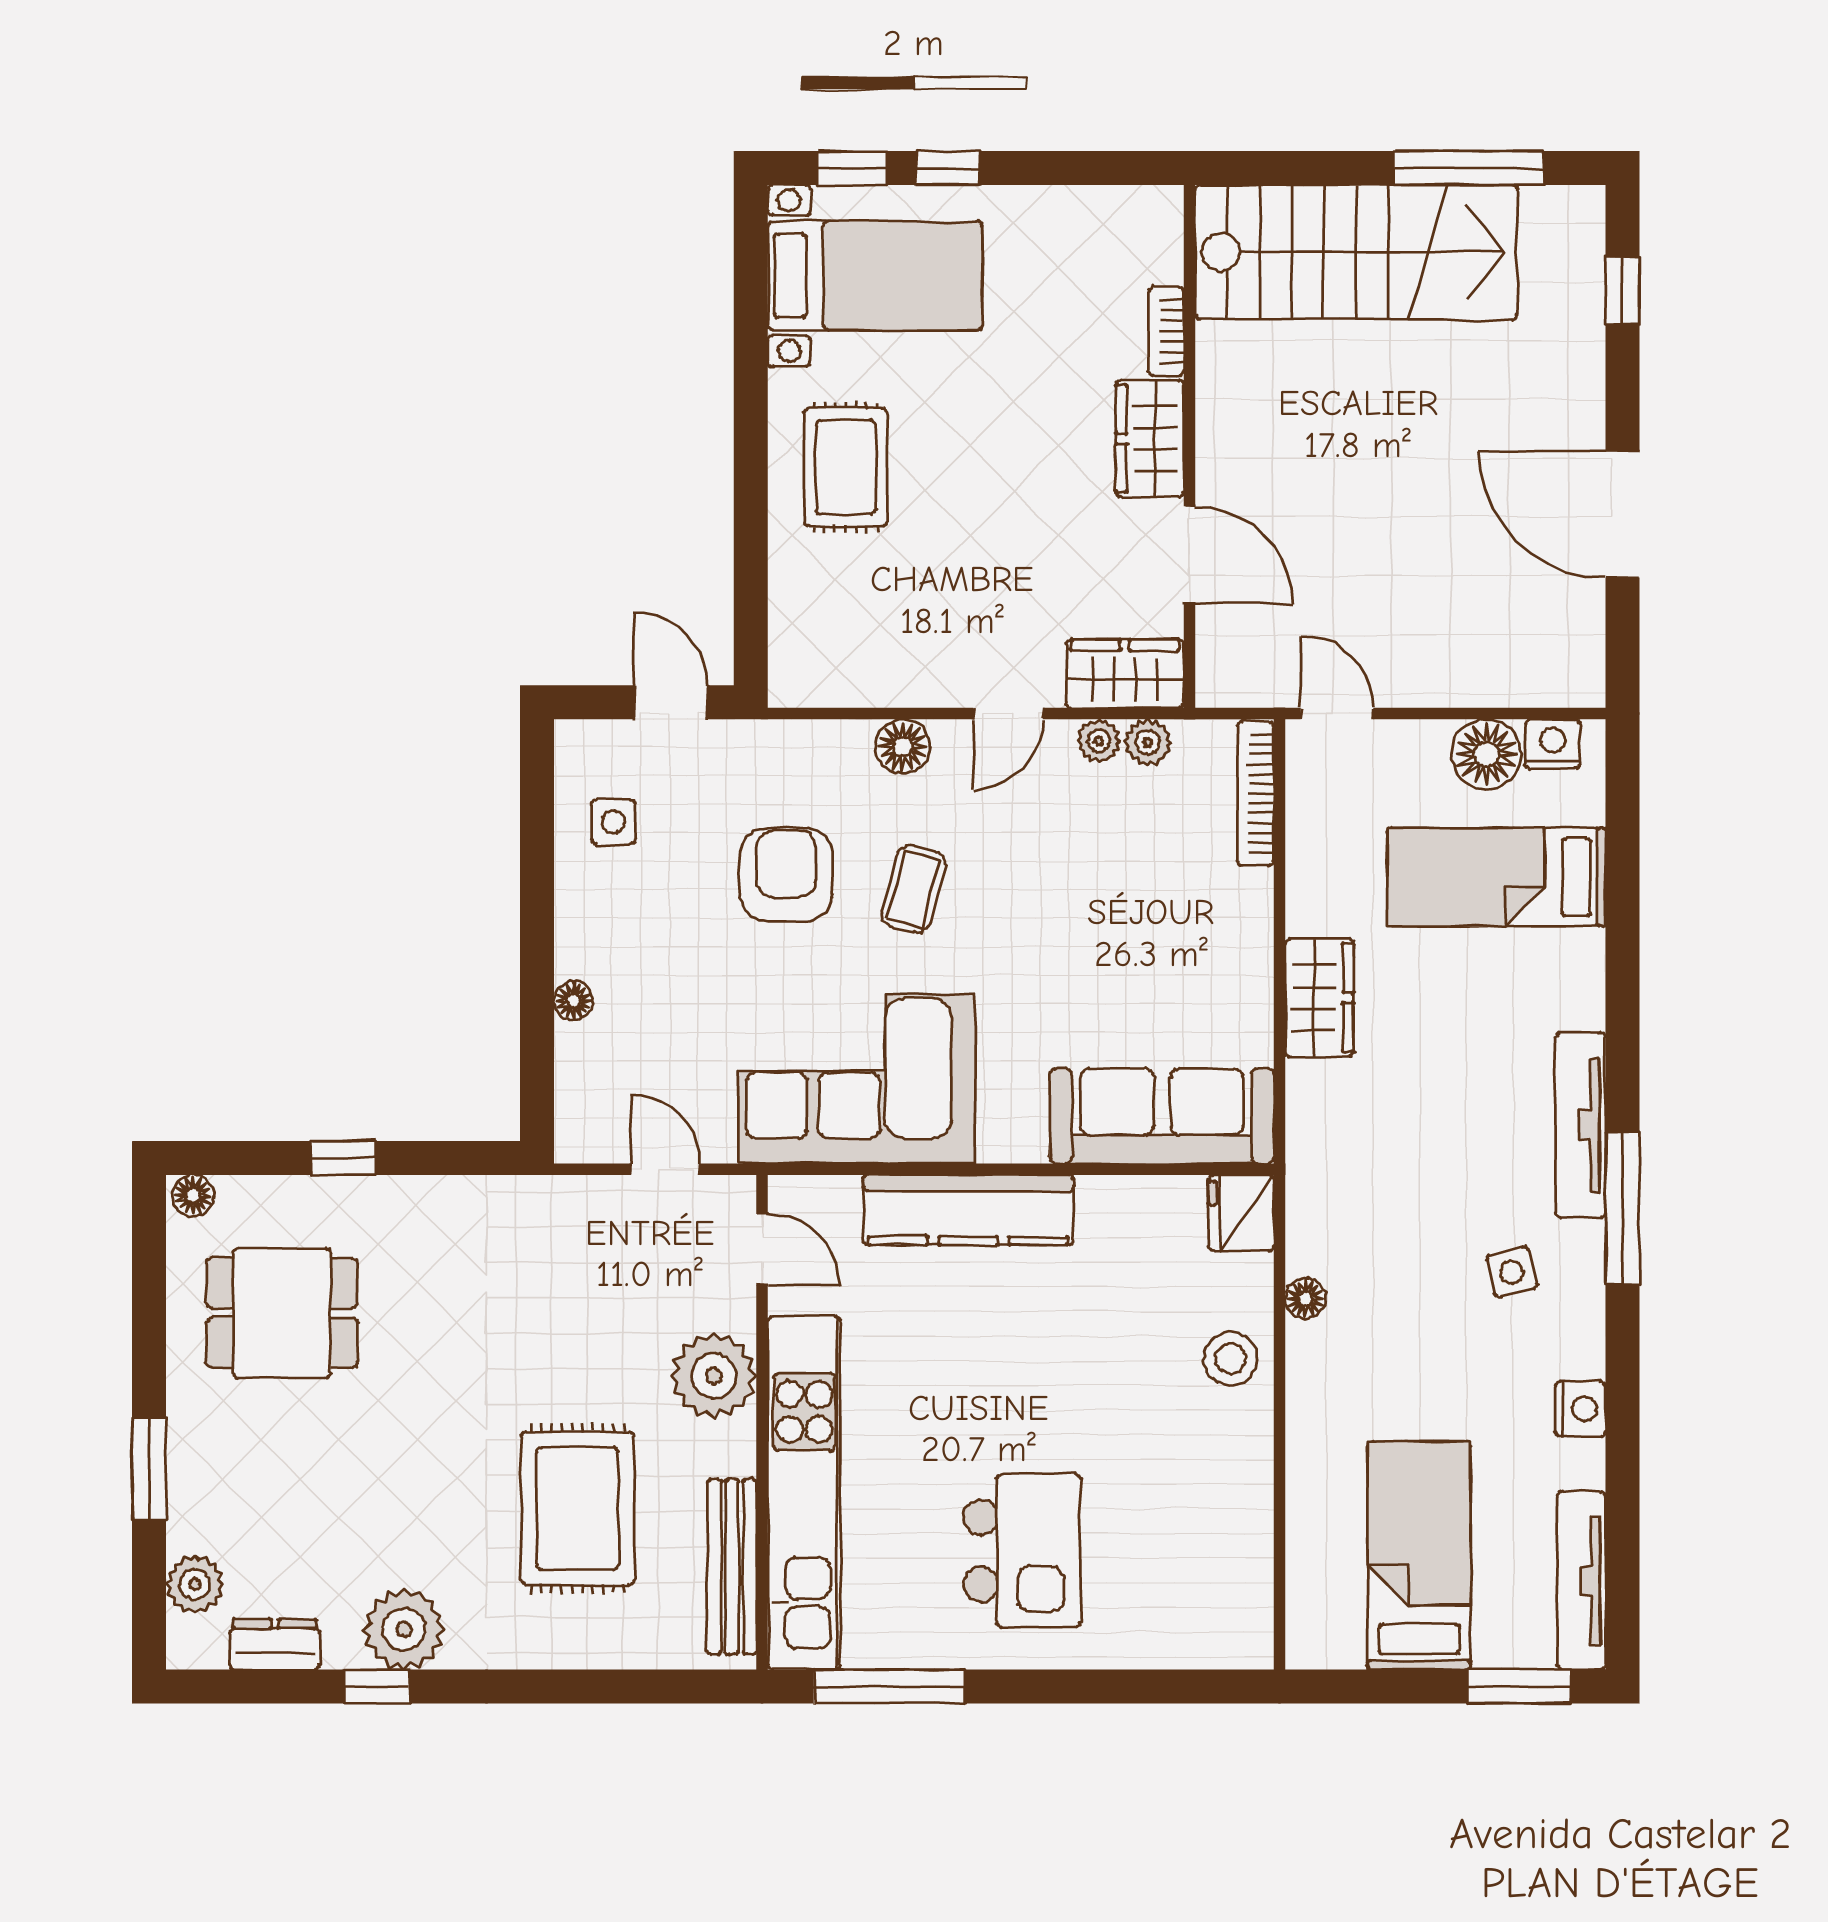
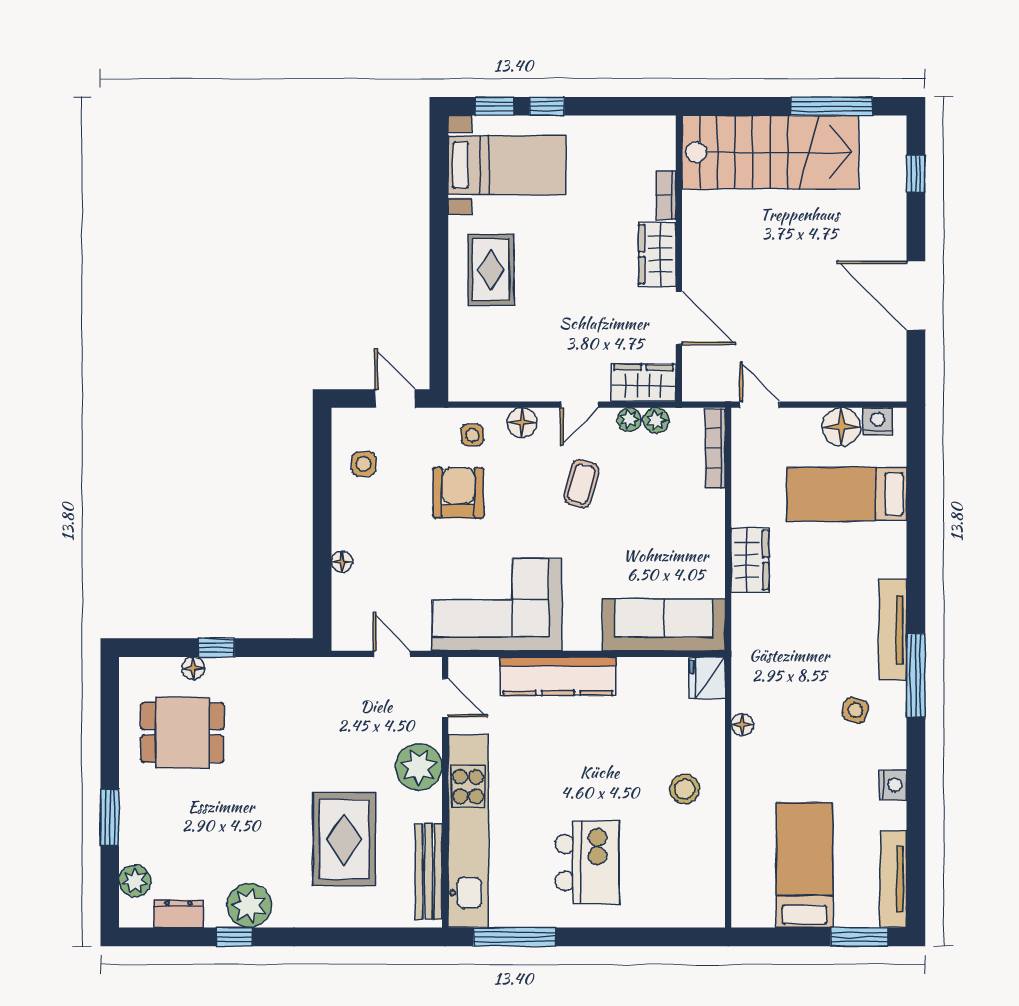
side table: (812, 769) -> (472, 435), added
coffee table: (914, 889) -> (581, 484), moved
floor lamp: (193, 1196) -> (193, 668), moved
side table: (1512, 1272) -> (855, 710), turned 30
stool: (1231, 1359) -> (685, 789), moved

